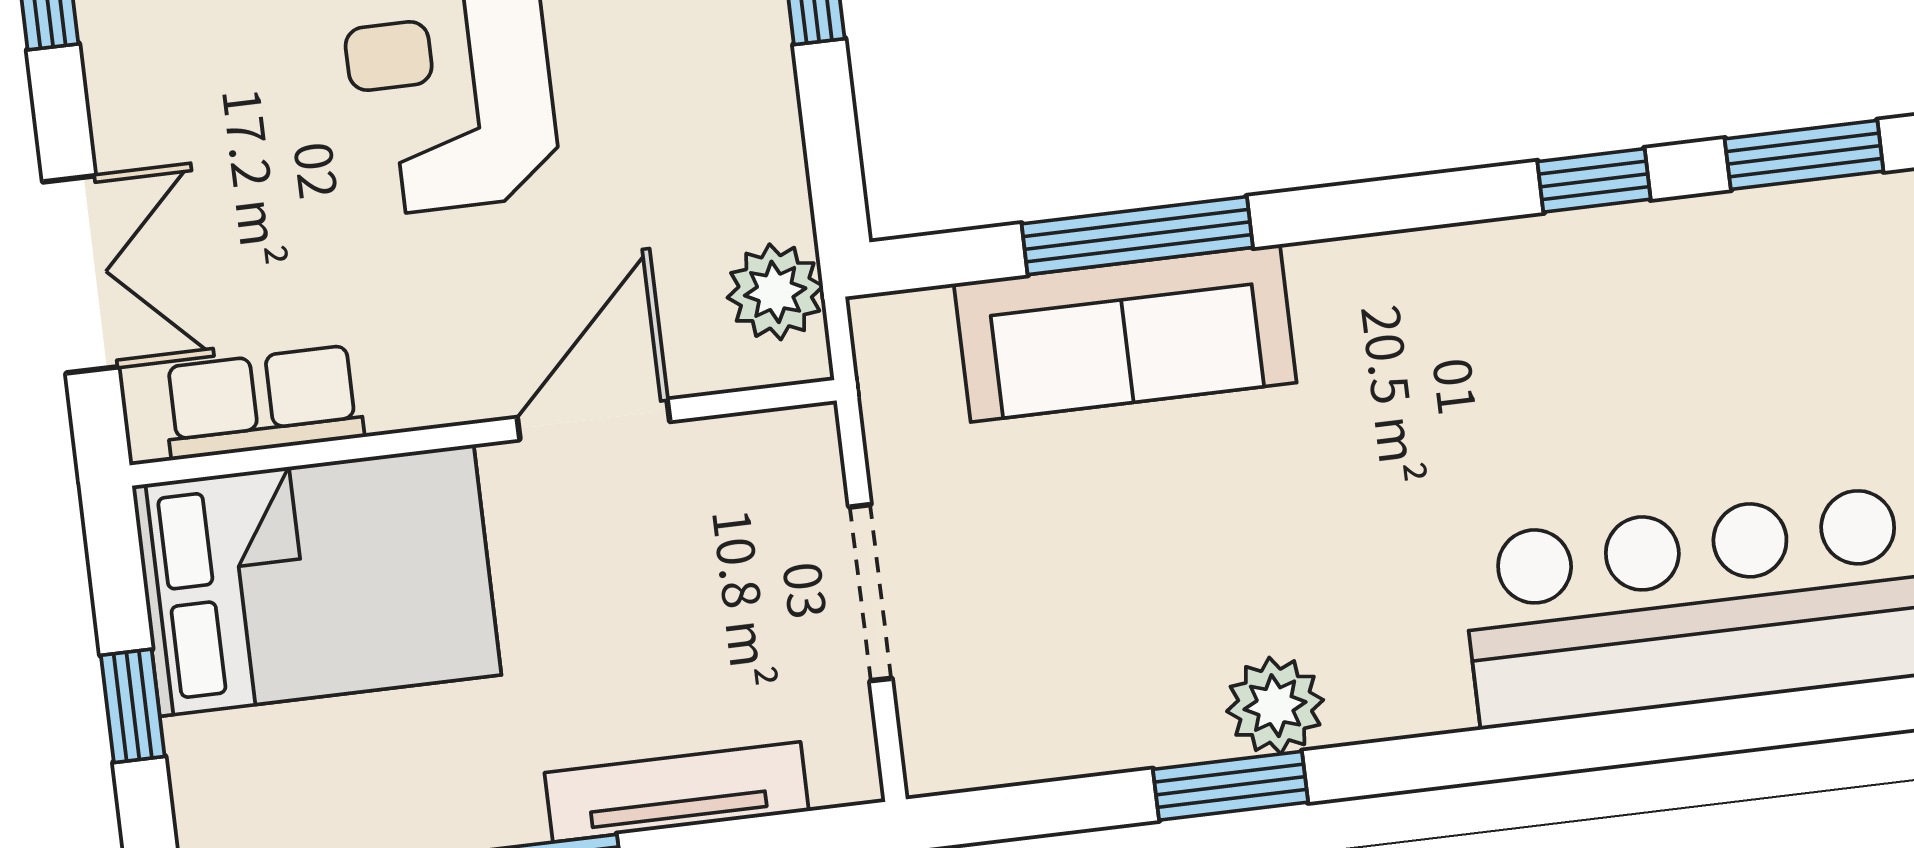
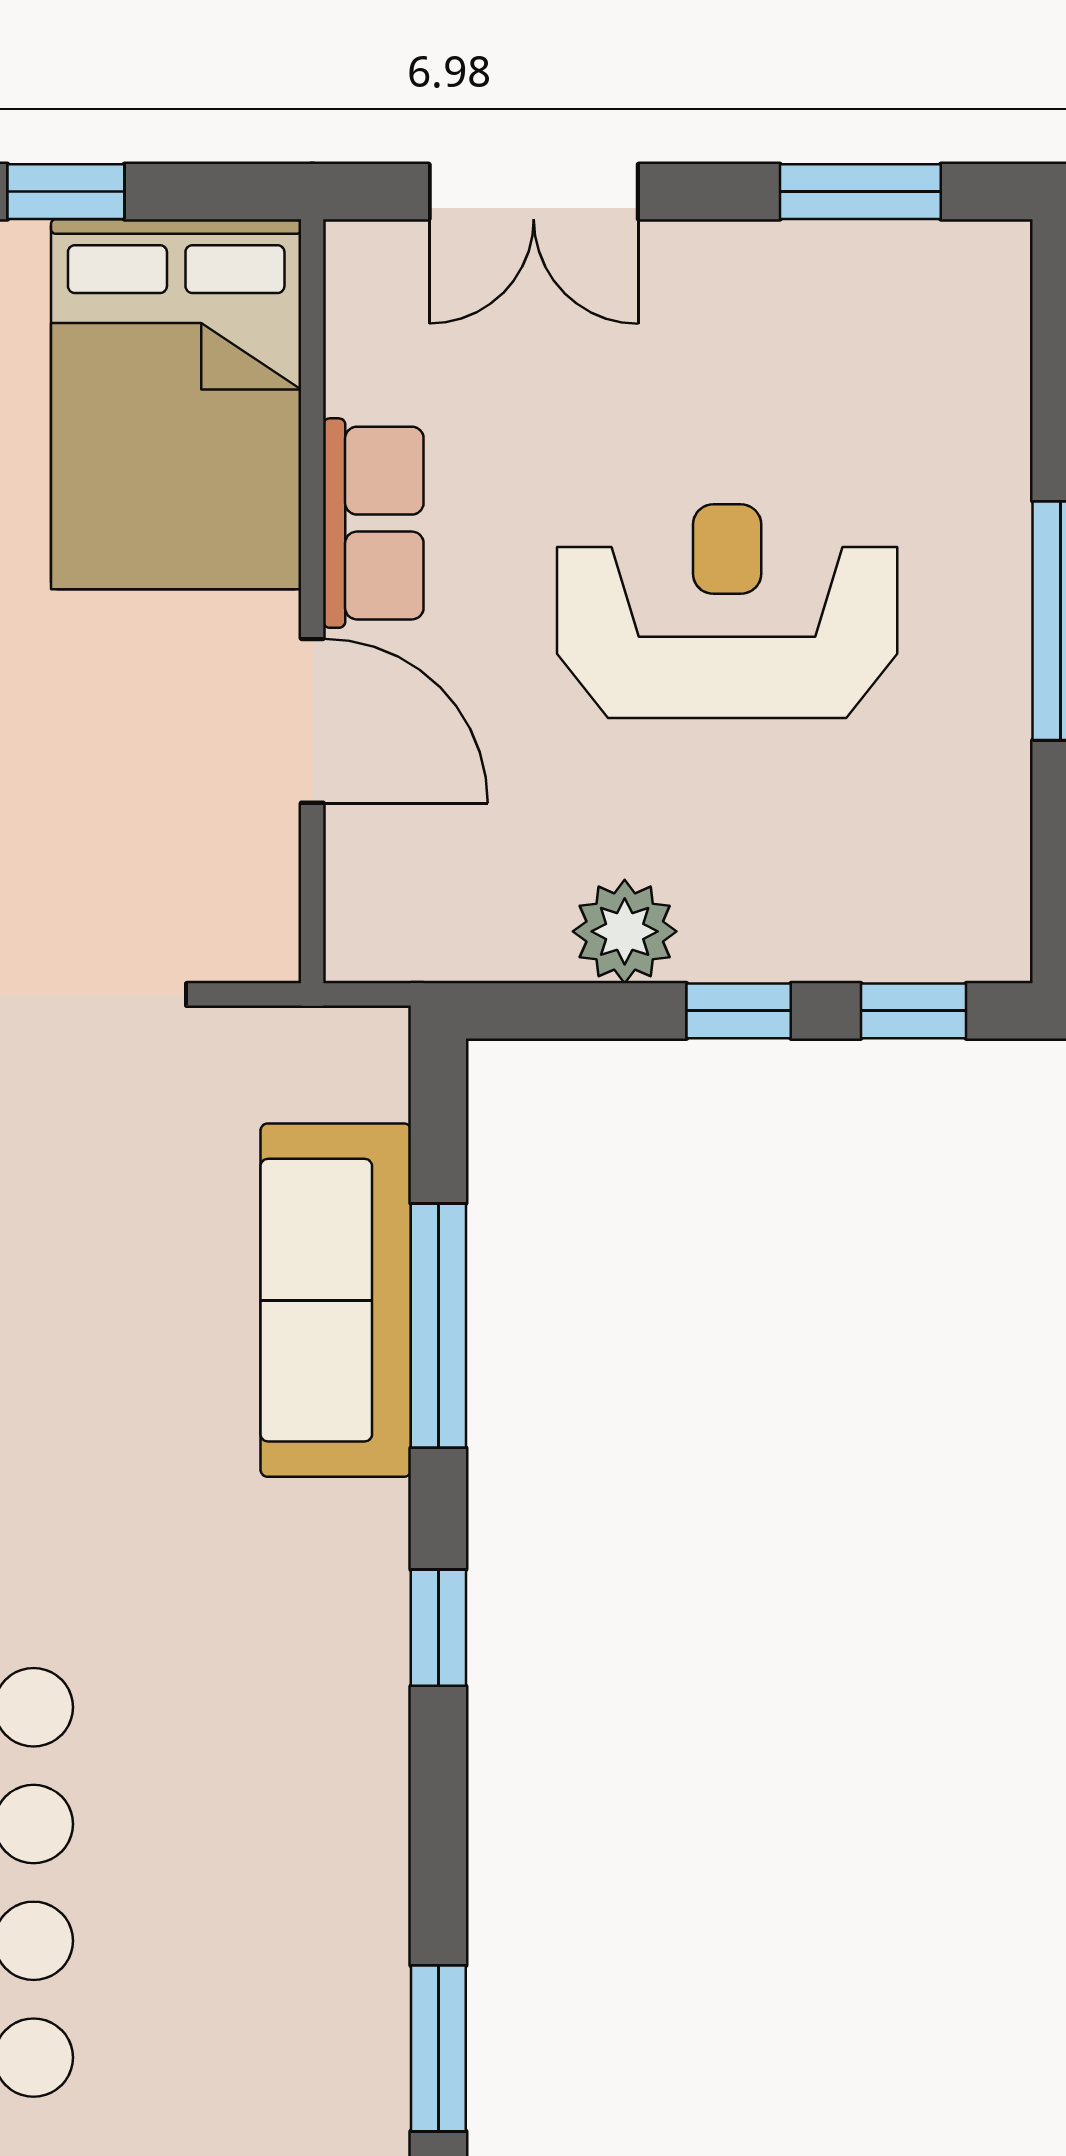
window: (1594, 180) -> (438, 1628), moved
plant: (775, 292) -> (625, 931), moved
row of seats: (263, 402) -> (373, 523), moved

